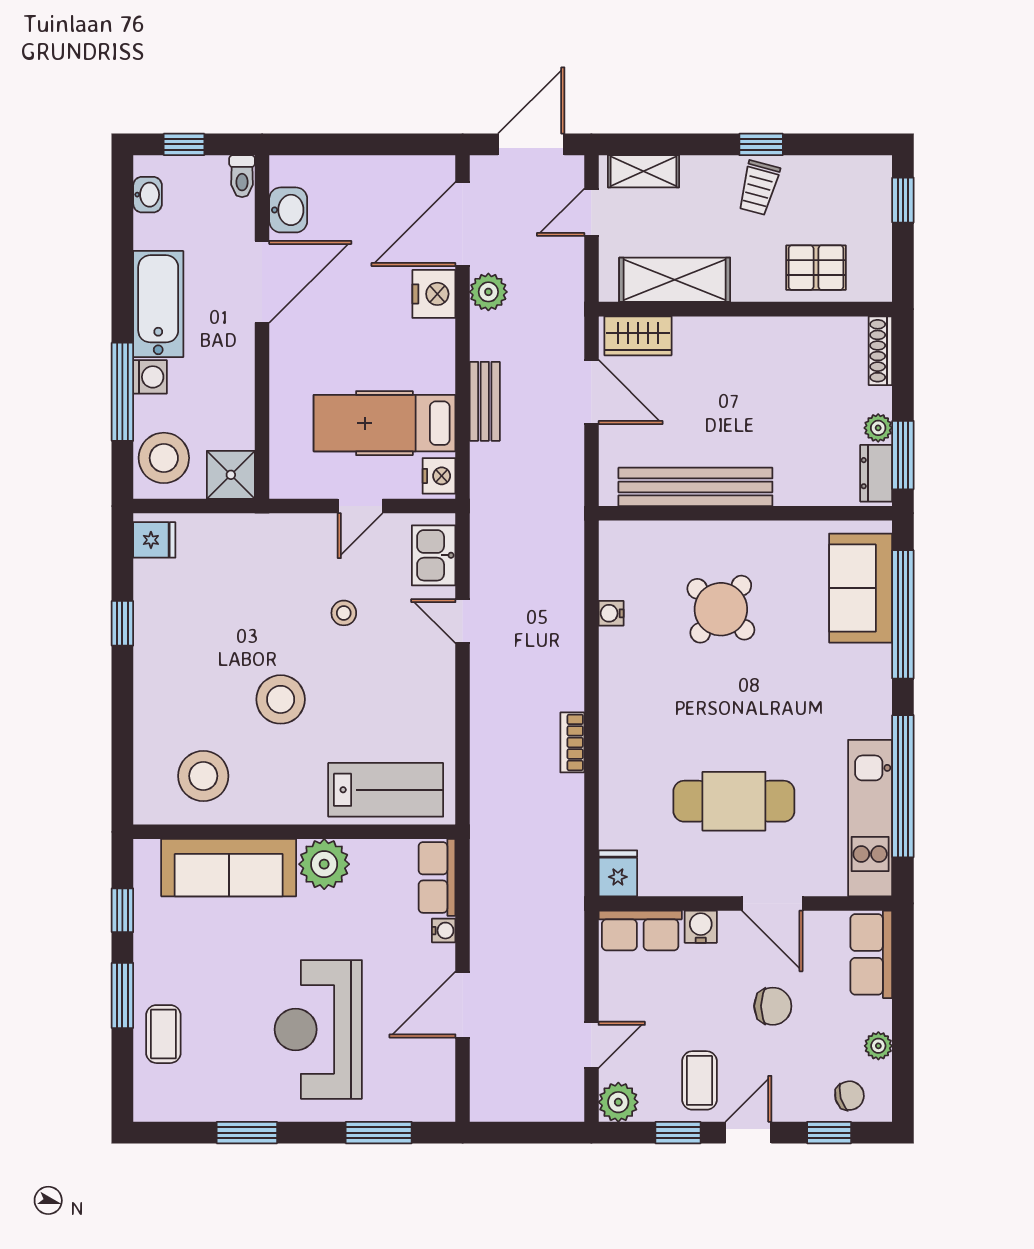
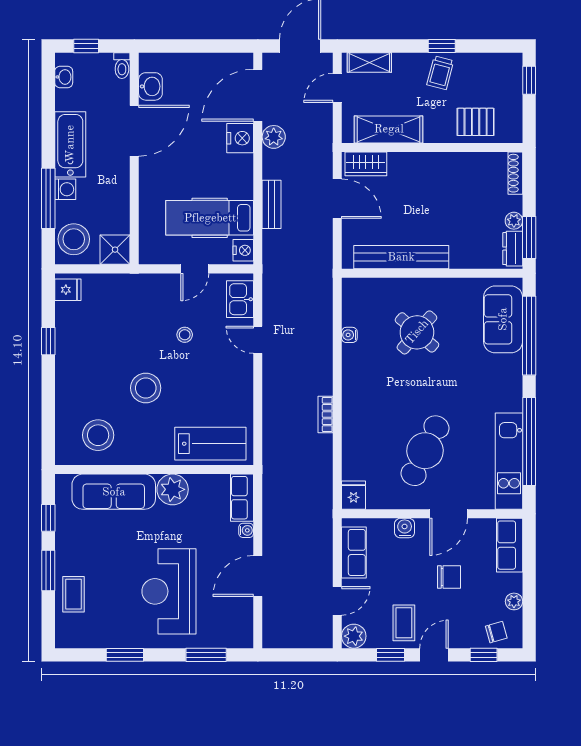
cafe table: (734, 801) -> (425, 451), turned -64
door: (772, 903) -> (449, 514), hinge flipped
row of seats: (640, 930) -> (354, 552), moved, turned -90

